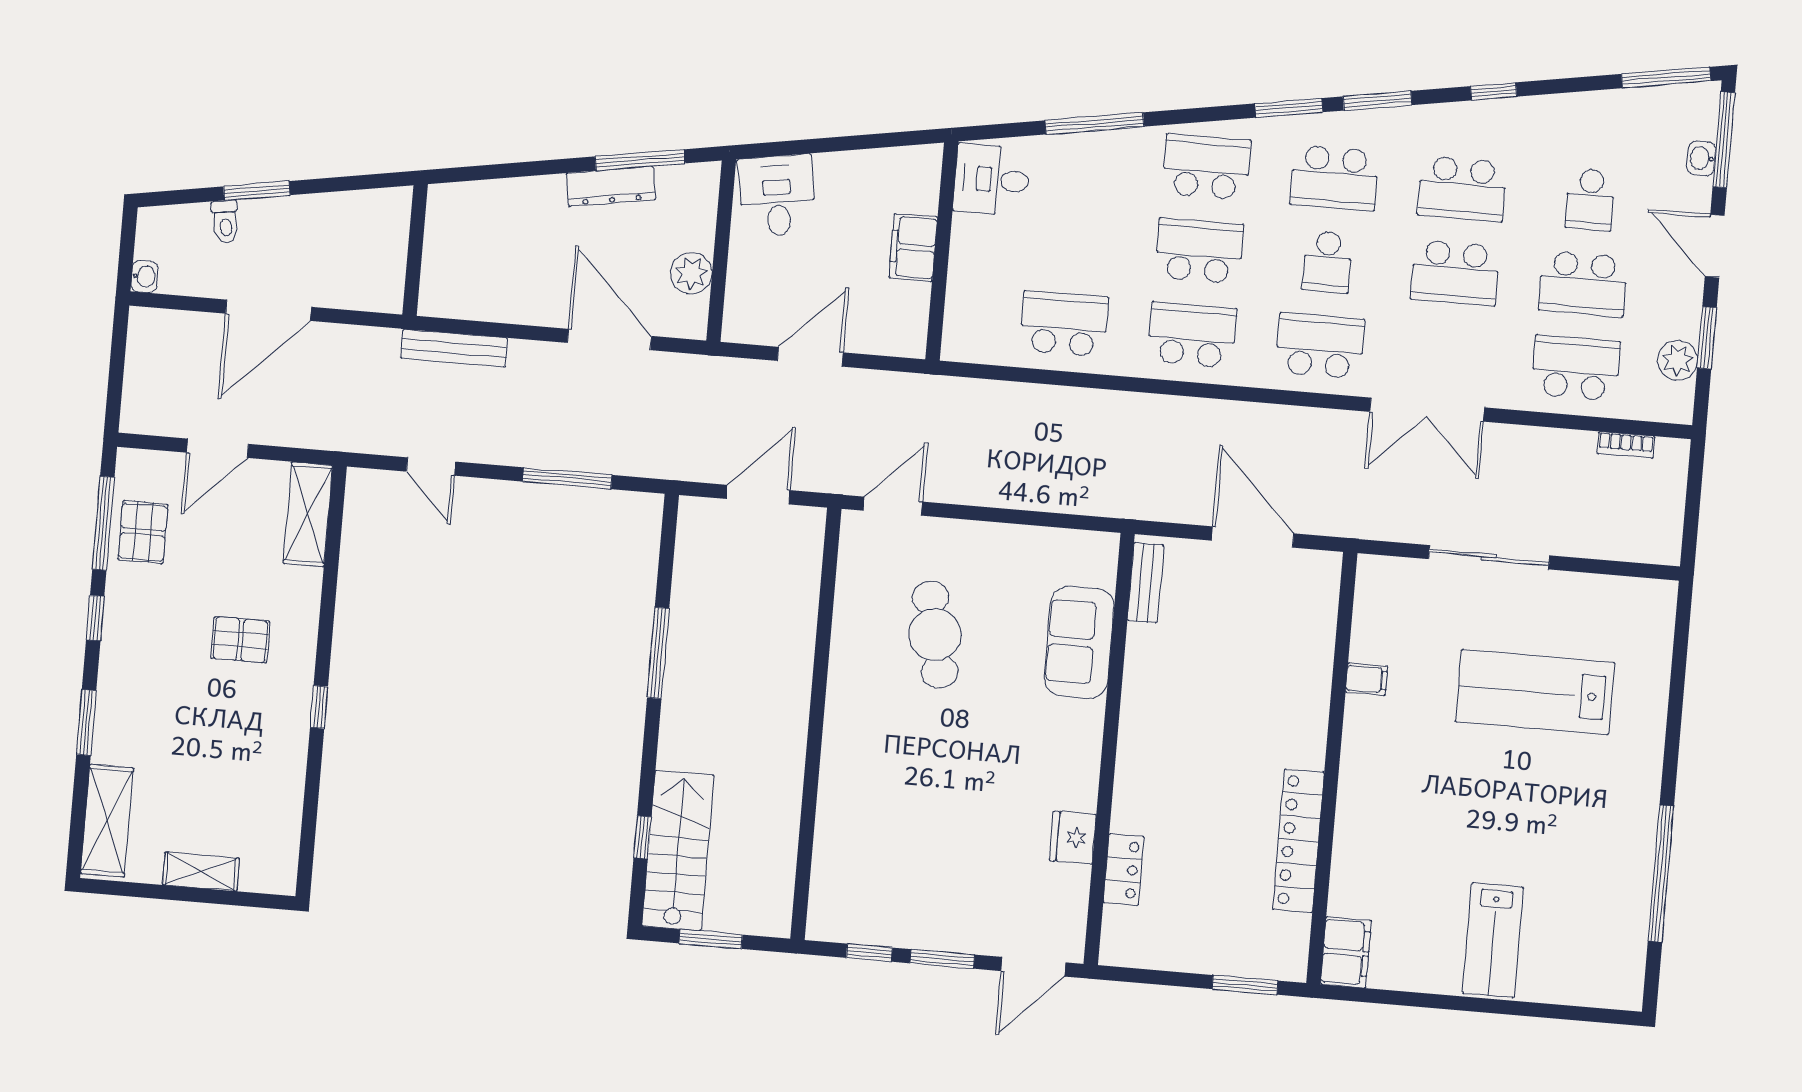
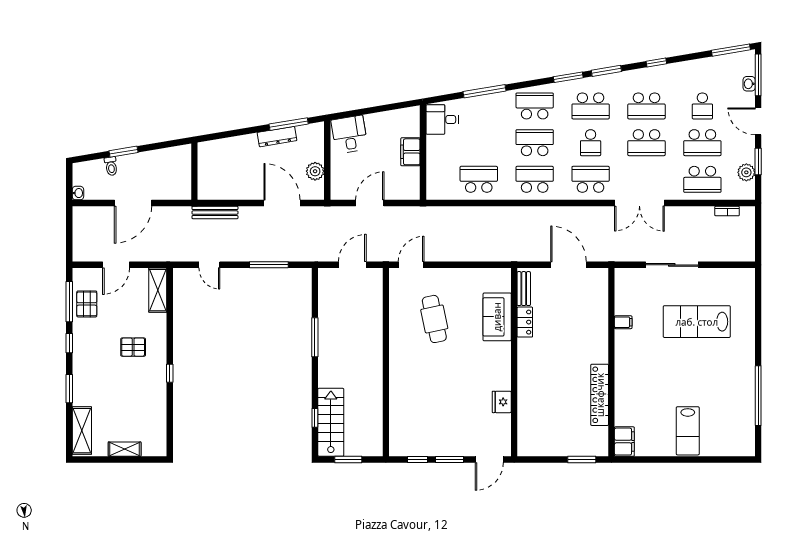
school desk: (1576, 368) -> (702, 179), turned 180
locker: (1124, 870) -> (525, 322), moved

